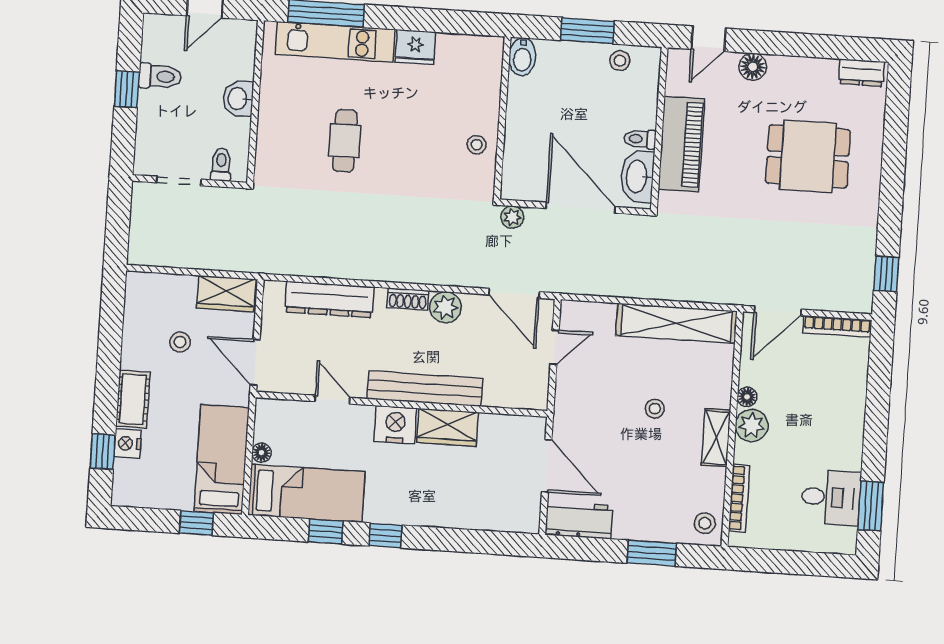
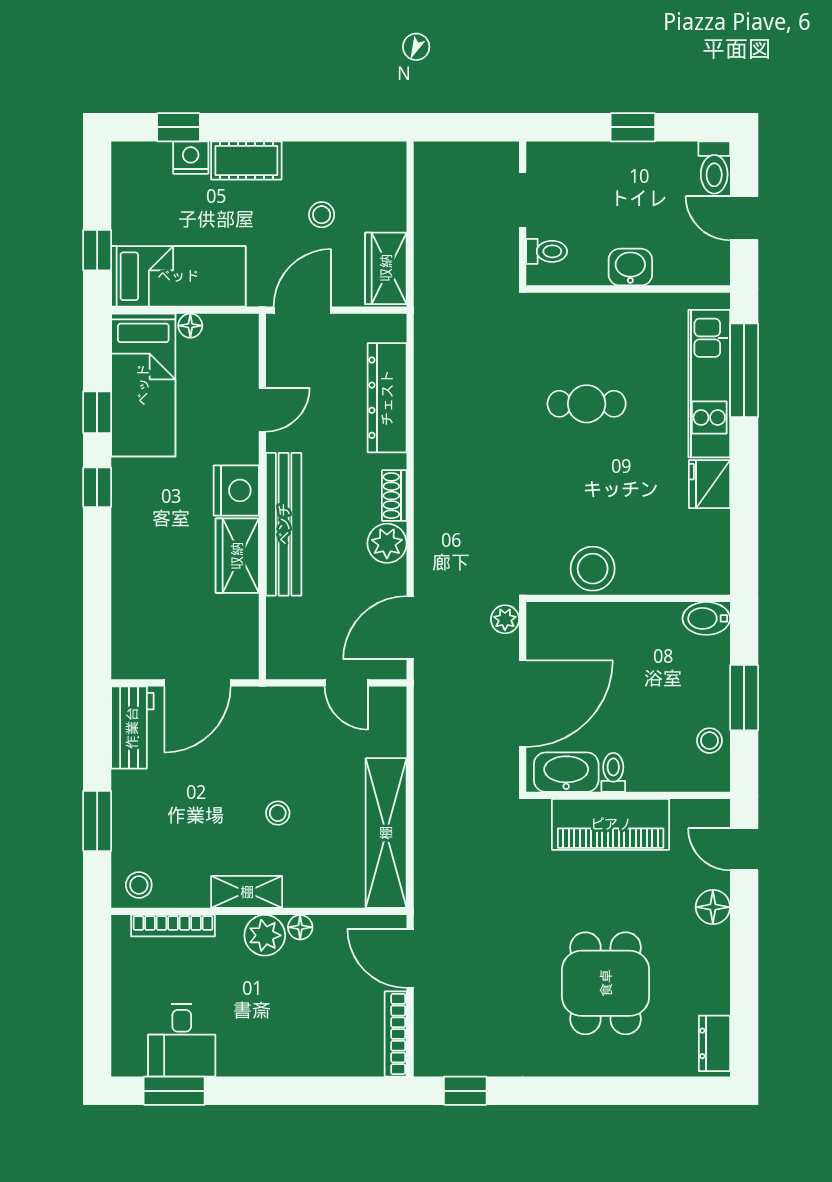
toilet: (160, 76) -> (714, 167), moved
stool: (477, 145) -> (593, 569), width x1.89, depth x1.89

